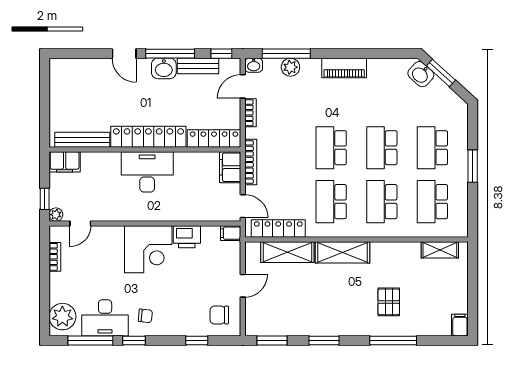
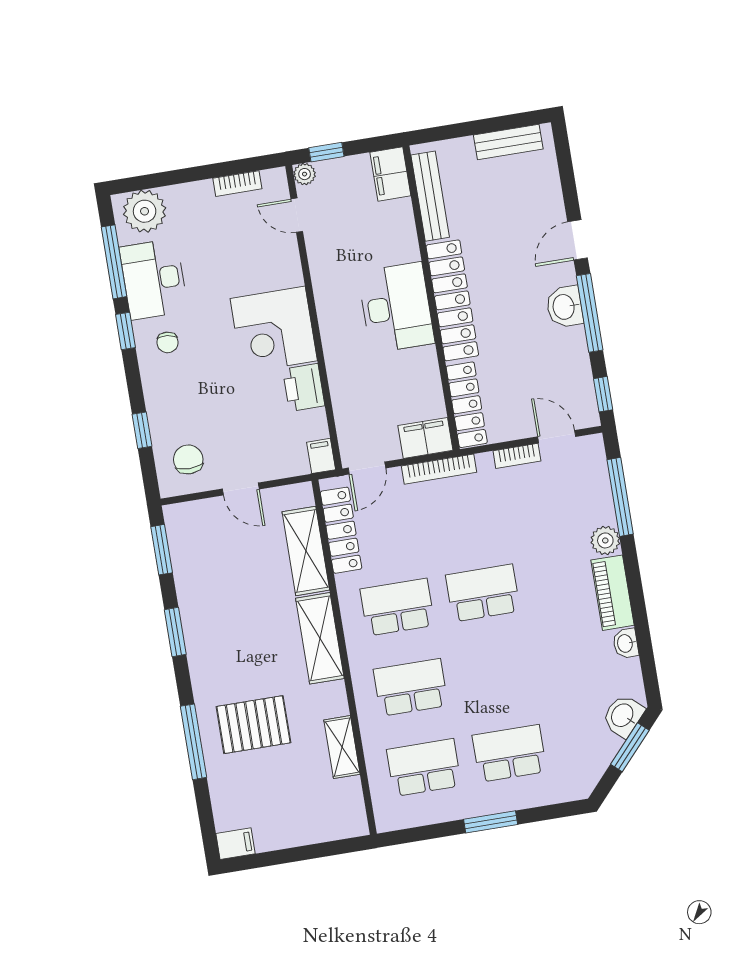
washbasin: (254, 65) -> (626, 643), moved
bench: (198, 66) -> (508, 142), moved, turned 90
plant: (290, 67) -> (605, 540), moved
school desk: (382, 148) -> (496, 673), removed
shelving: (440, 250) -> (342, 747), moved
pallet: (389, 302) -> (253, 725), width x1.50, depth x1.42

